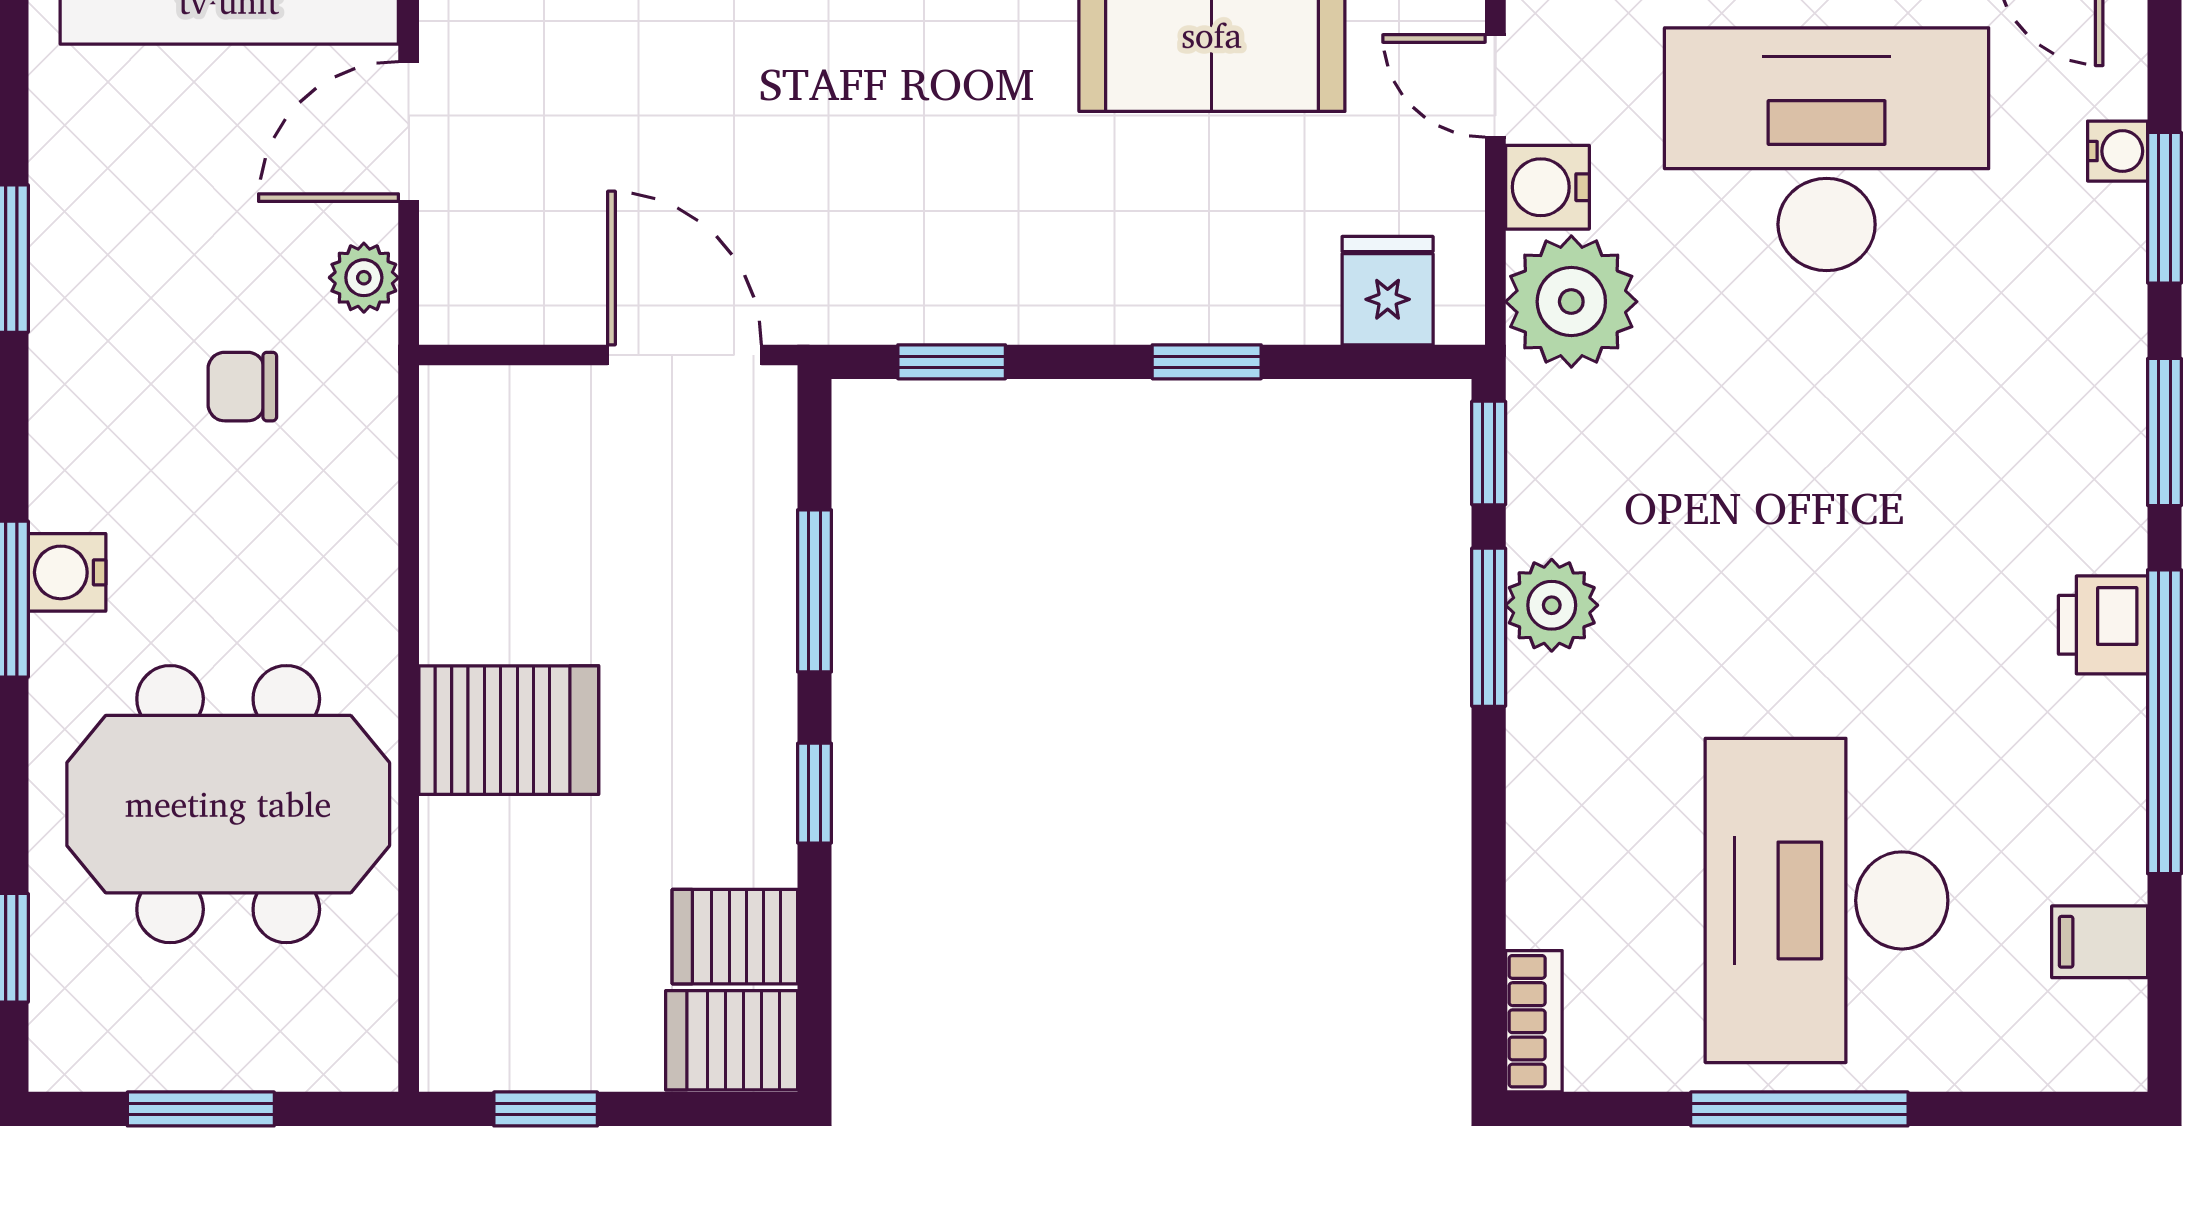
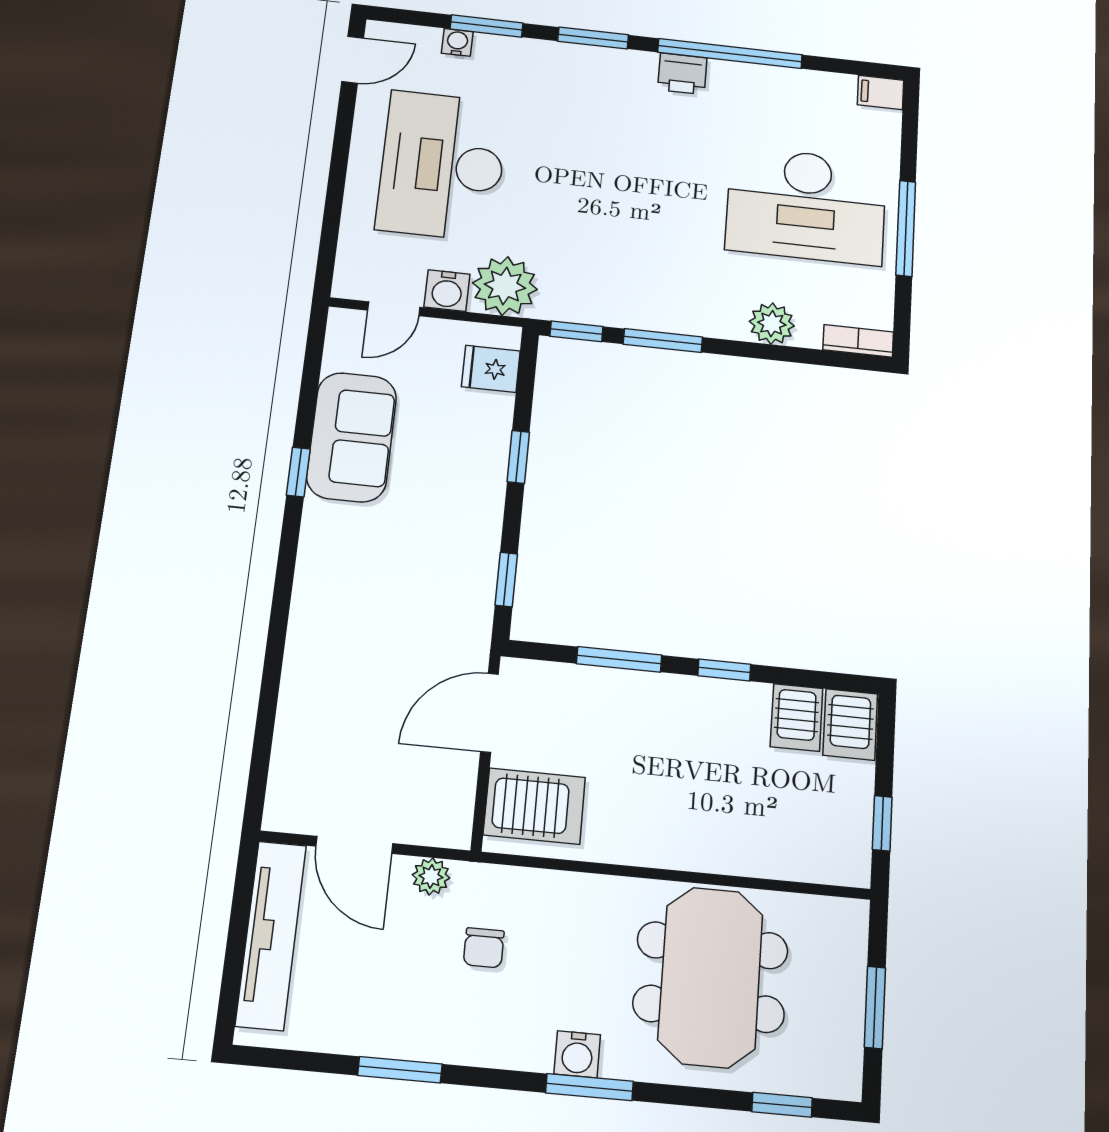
plant: (1552, 605) -> (772, 324), moved
server rack: (509, 730) -> (534, 806), moved, turned 90
filing cabinet: (2100, 942) -> (881, 92), moved, turned 90

